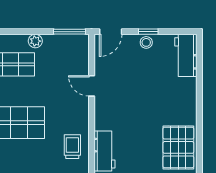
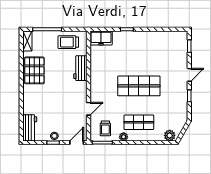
door: (92, 86) -> (88, 109), hinge flipped
trolley: (72, 147) -> (105, 128), moved

